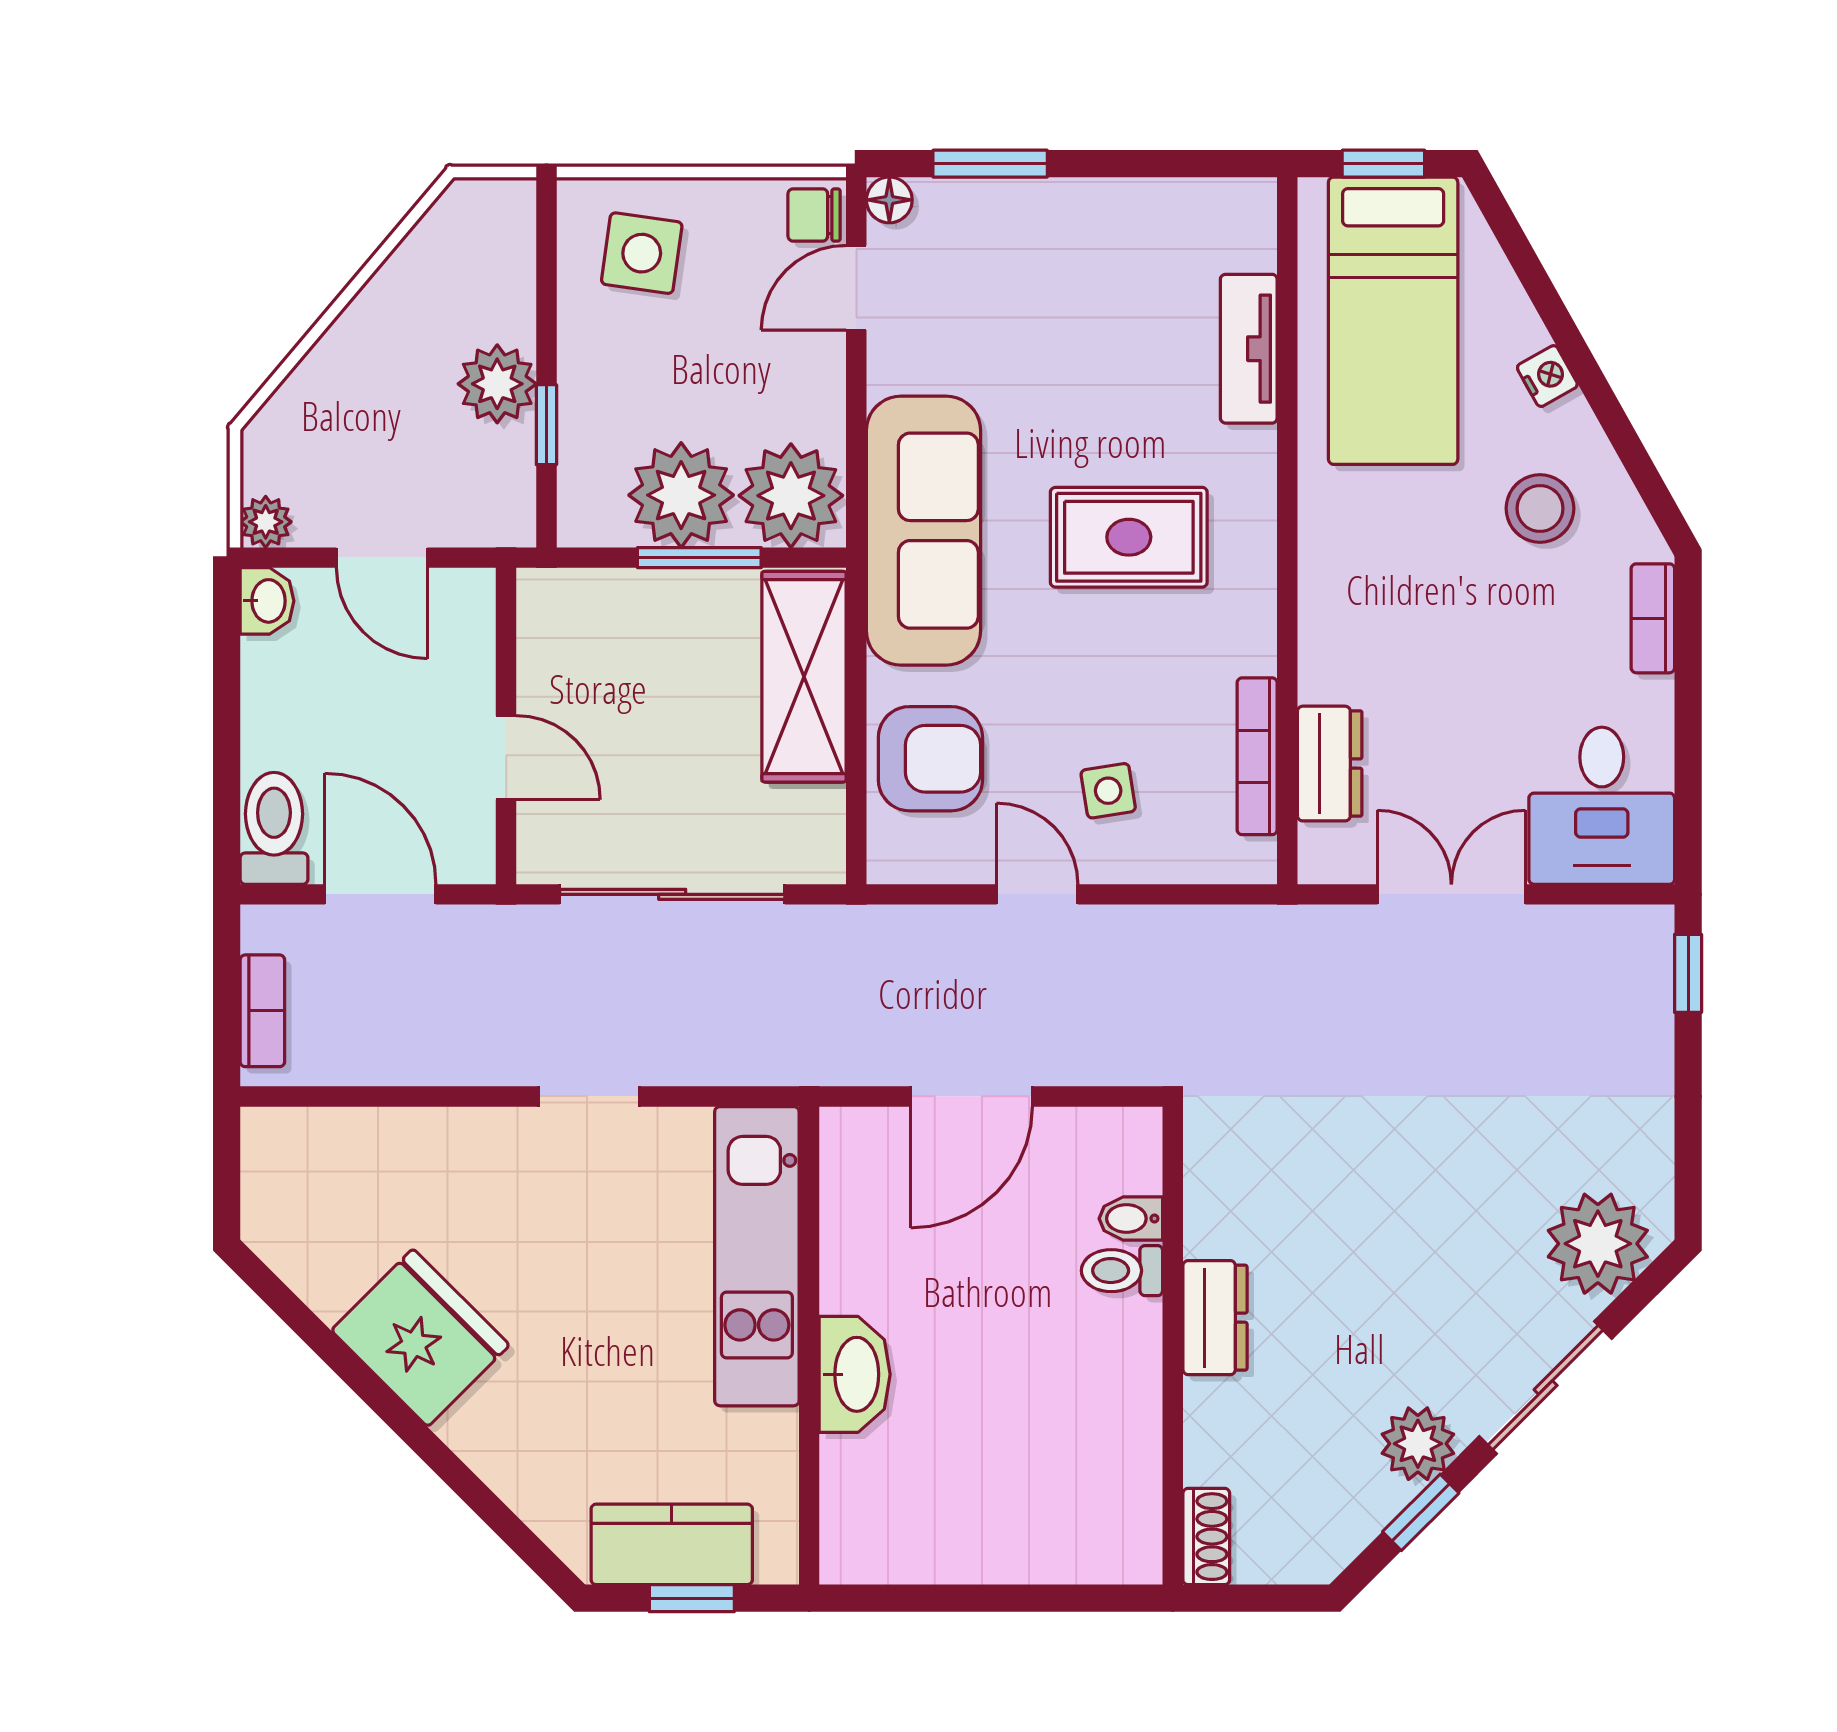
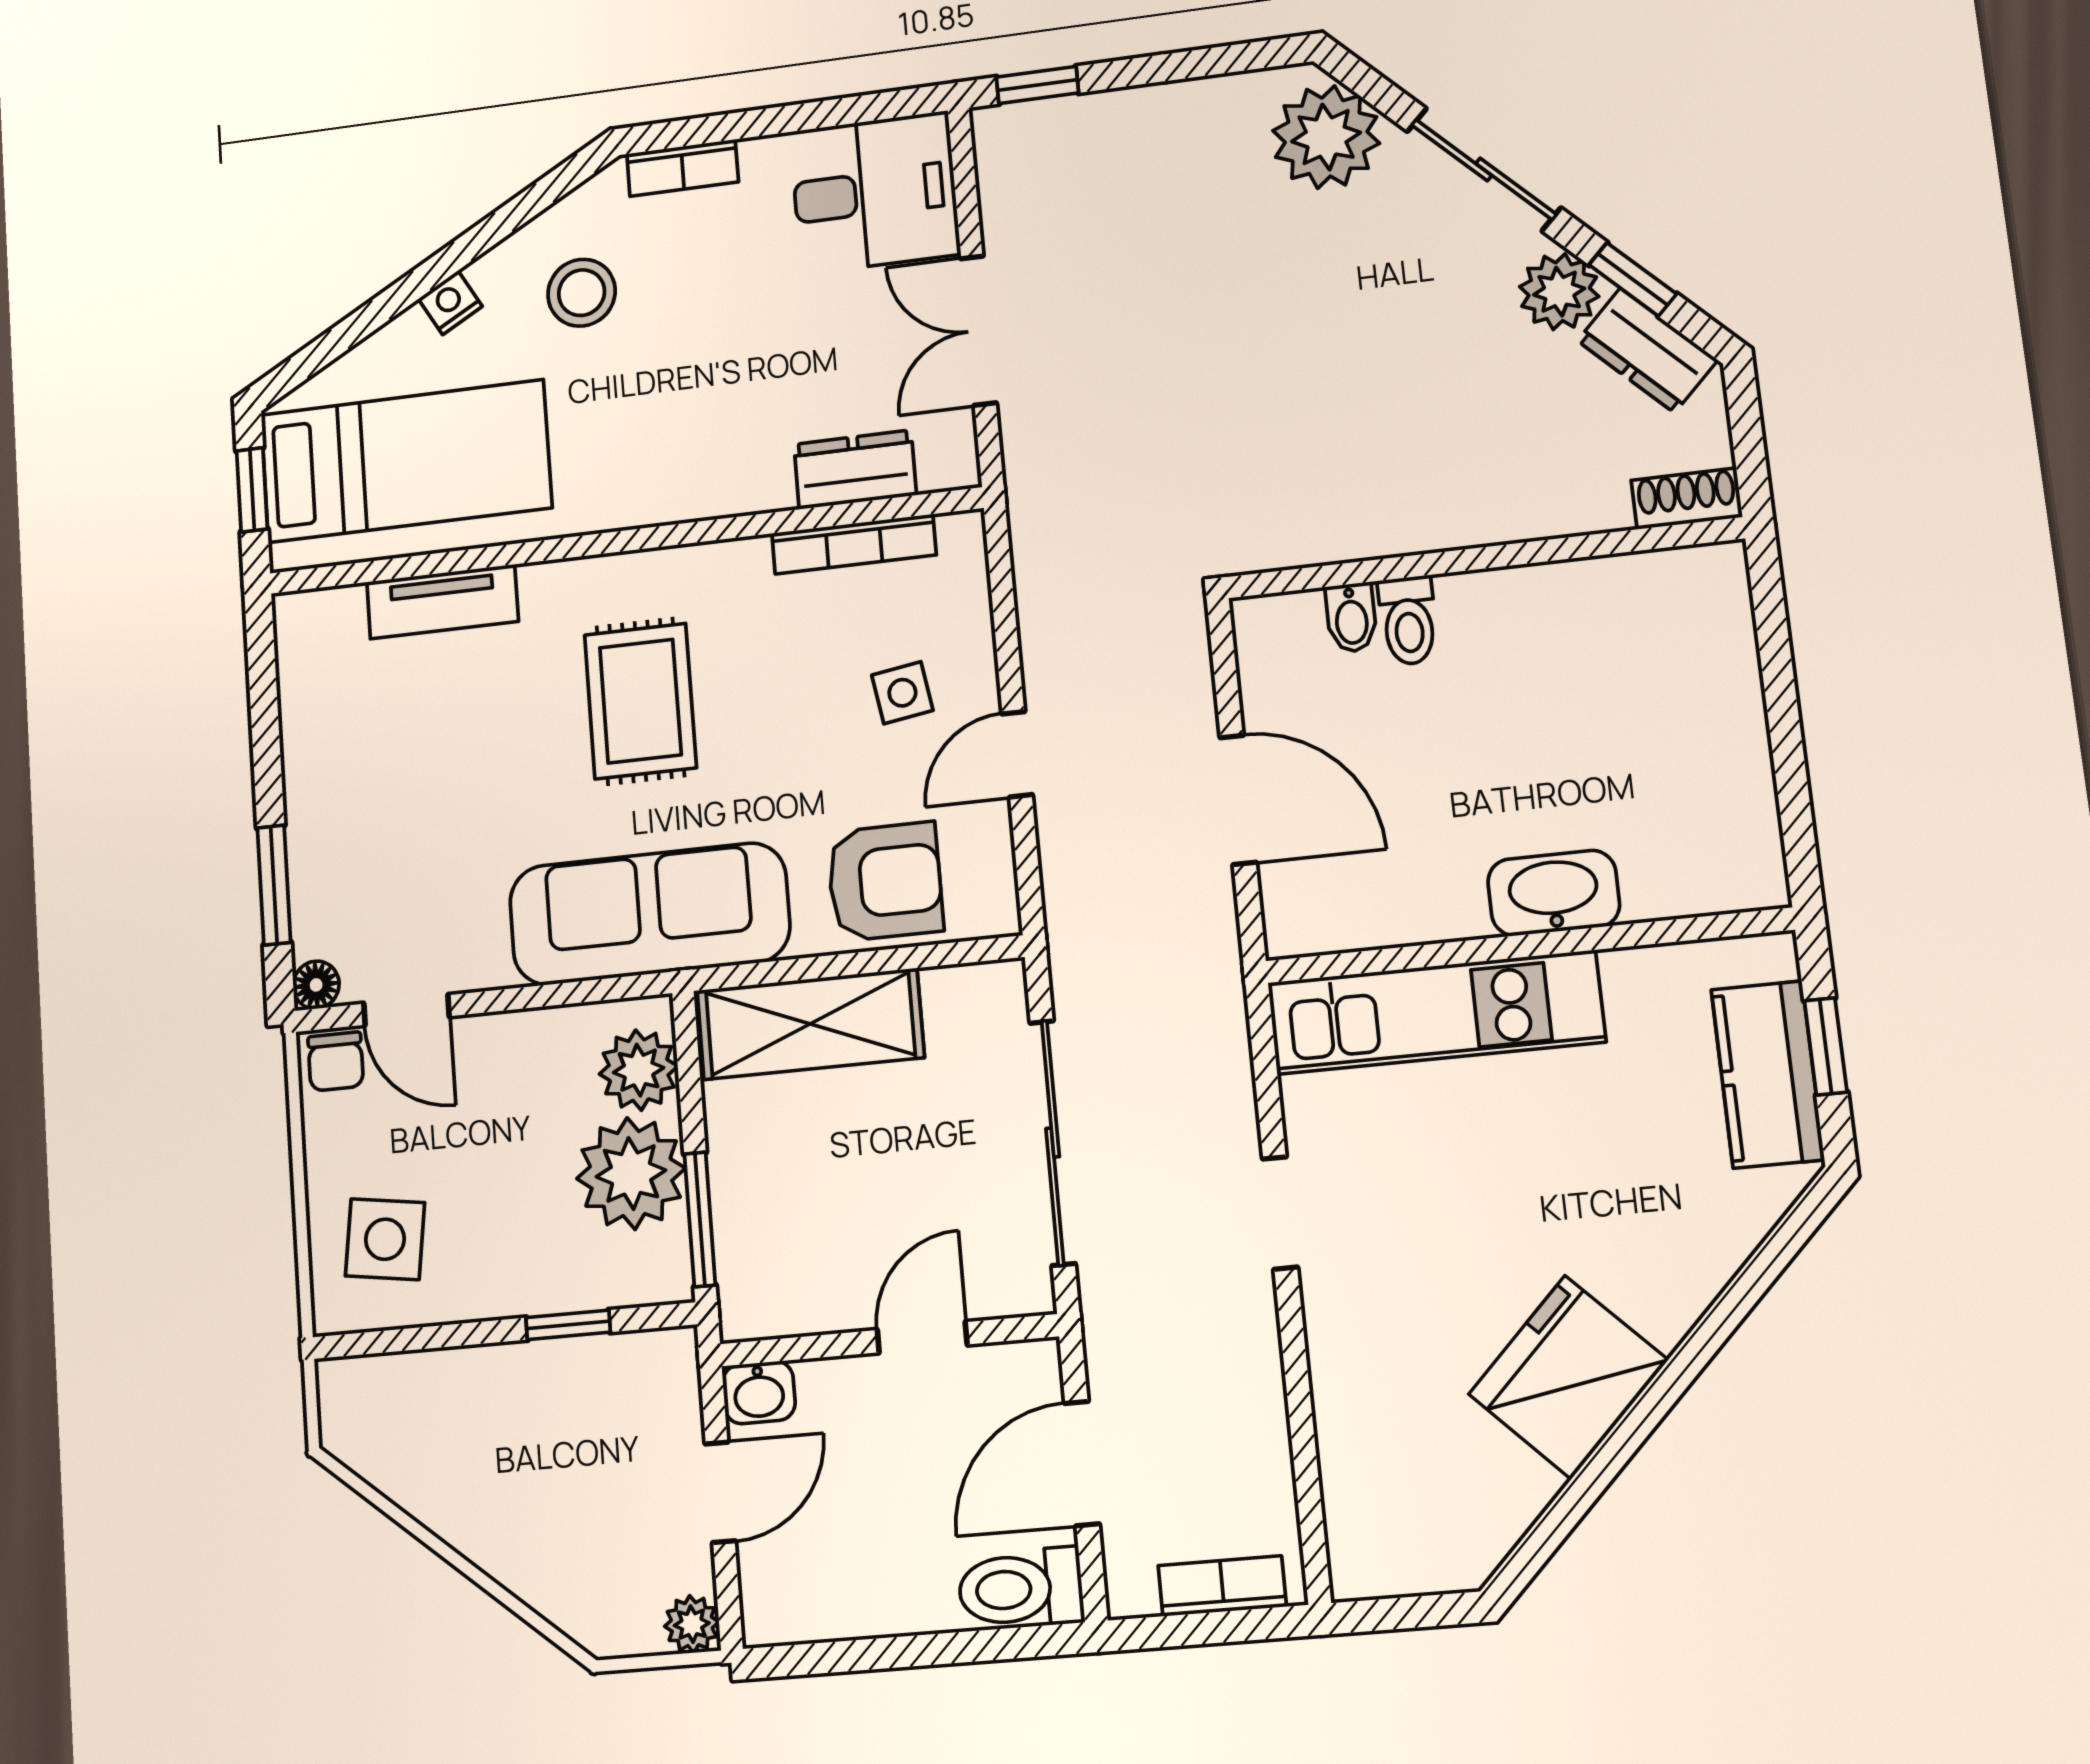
plant: (497, 384) -> (529, 1382), removed
plant: (791, 496) -> (639, 1070), width x0.73, depth x0.73
window: (699, 558) -> (700, 1219), moved
washbasin: (267, 601) -> (759, 1393), moved, turned 180
armchair: (930, 759) -> (885, 882), turned 90
dresser: (1215, 1318) -> (1647, 350), moved, turned -135

